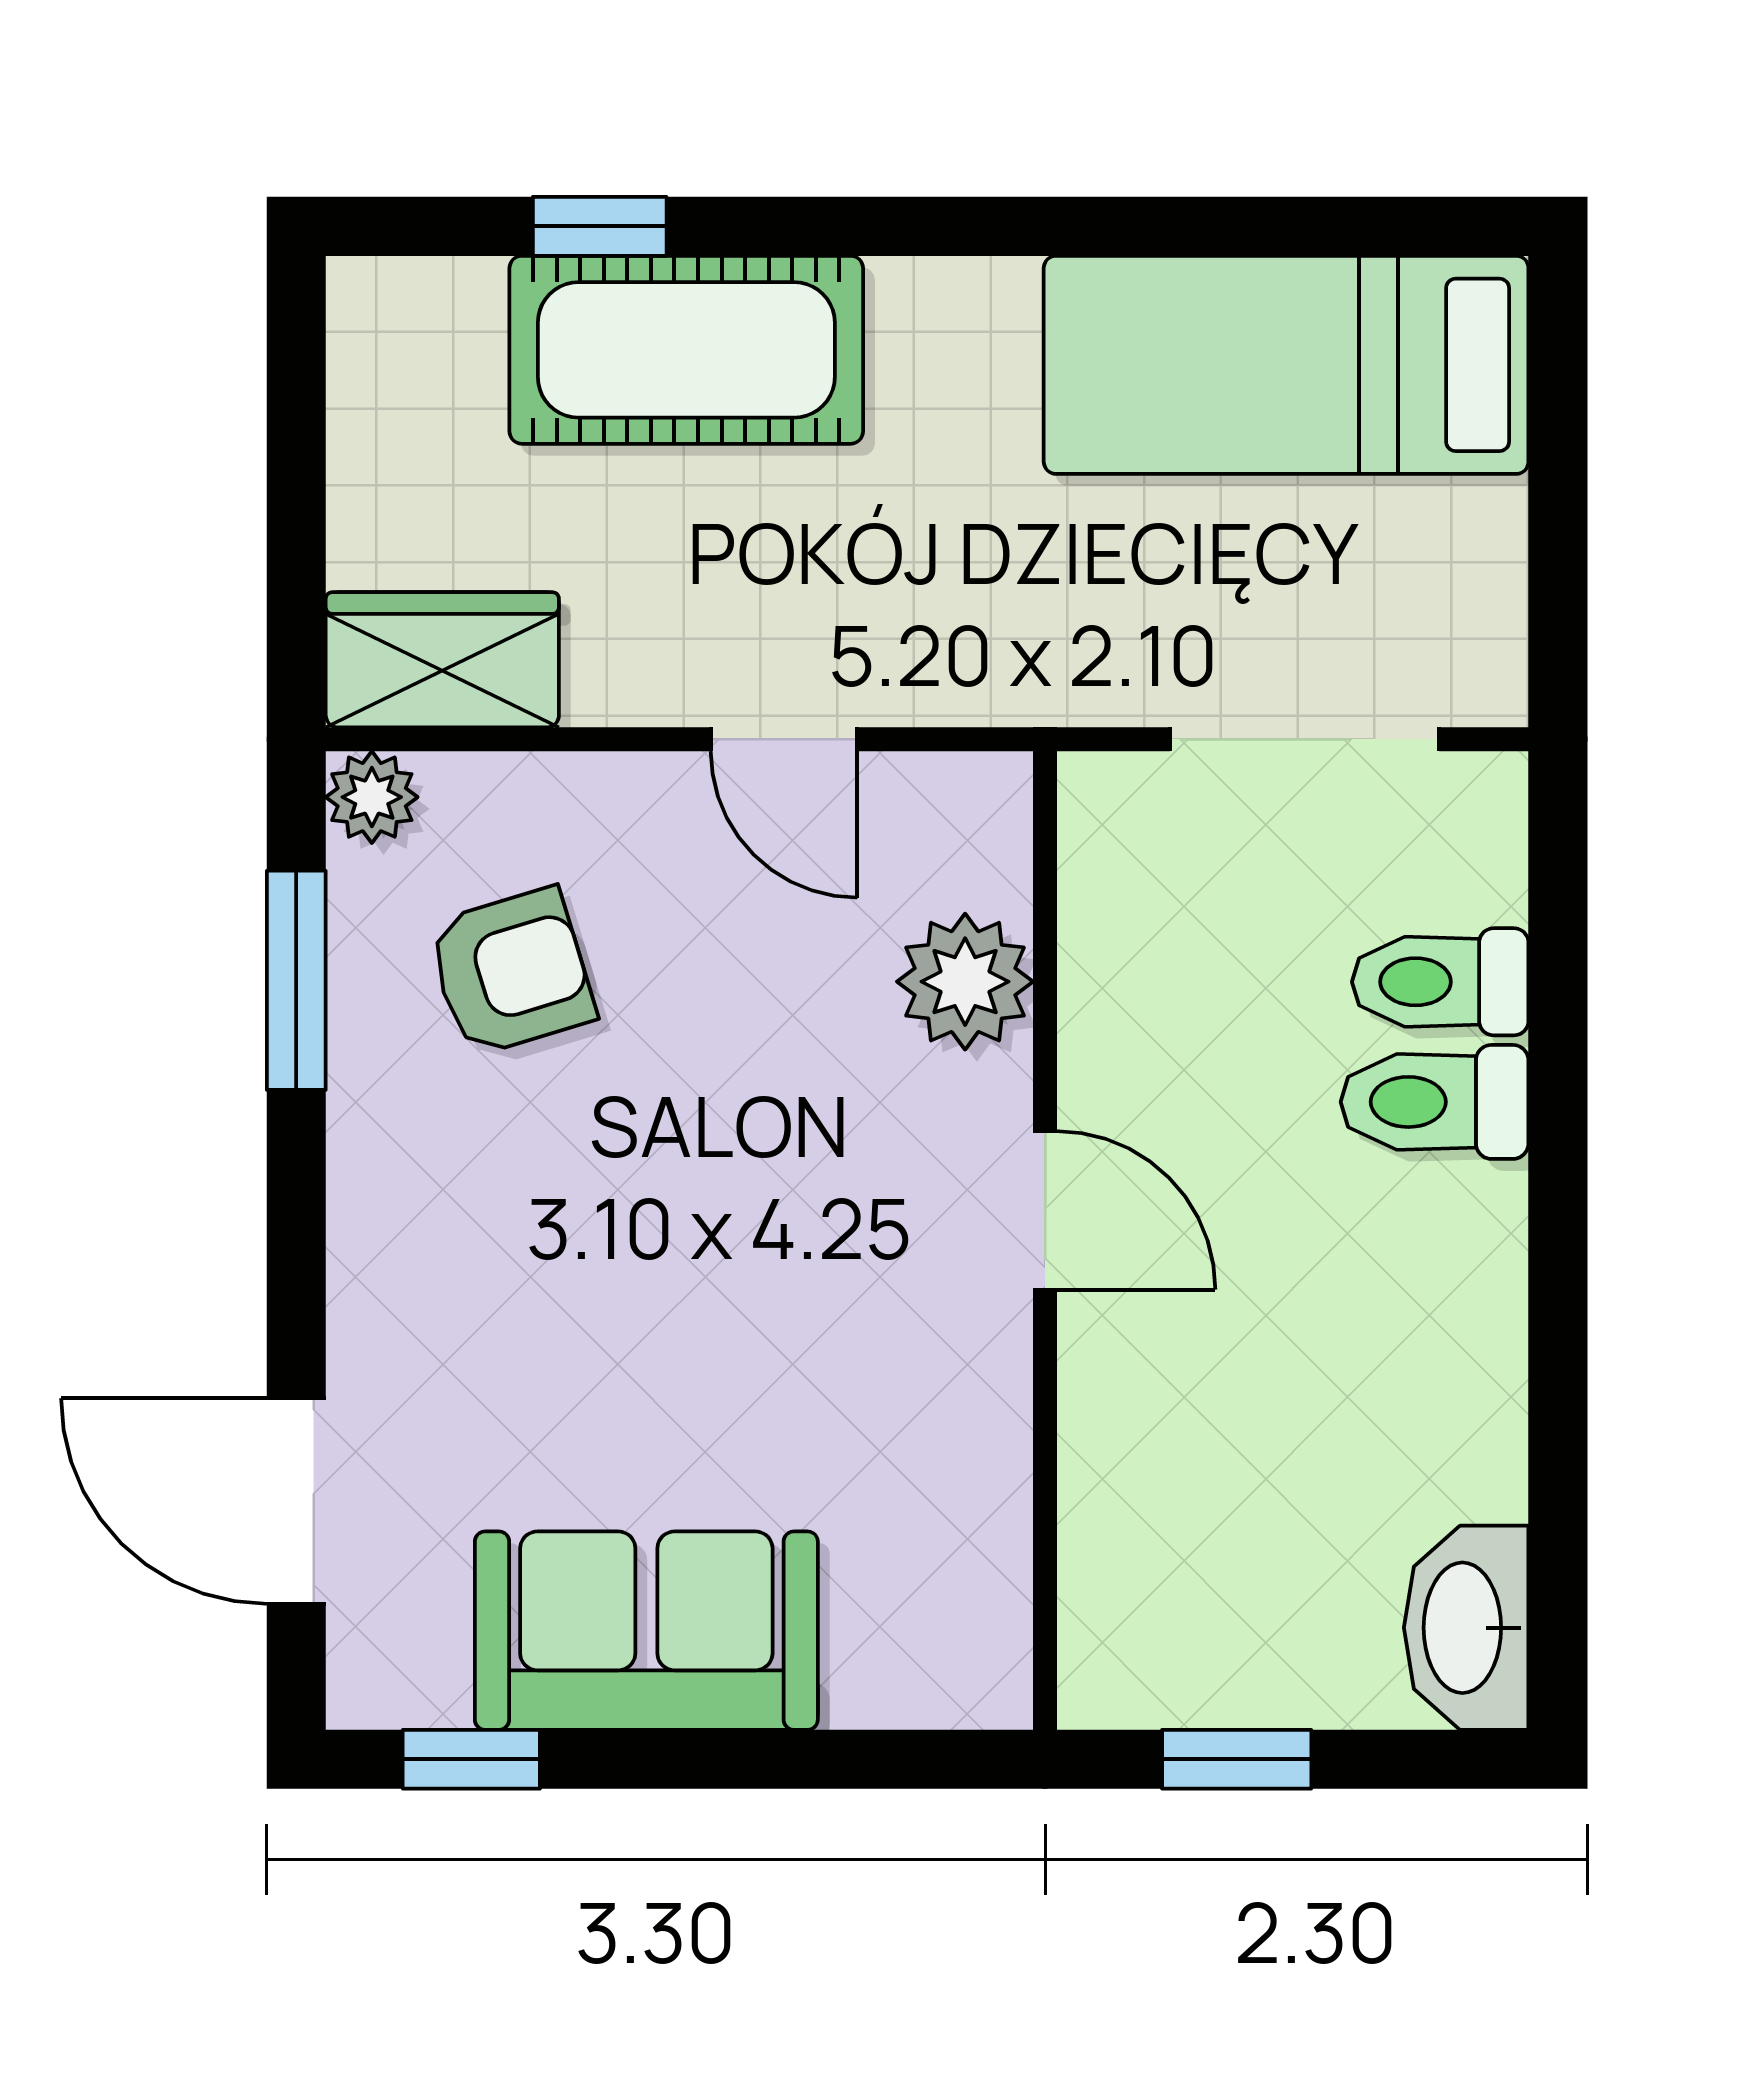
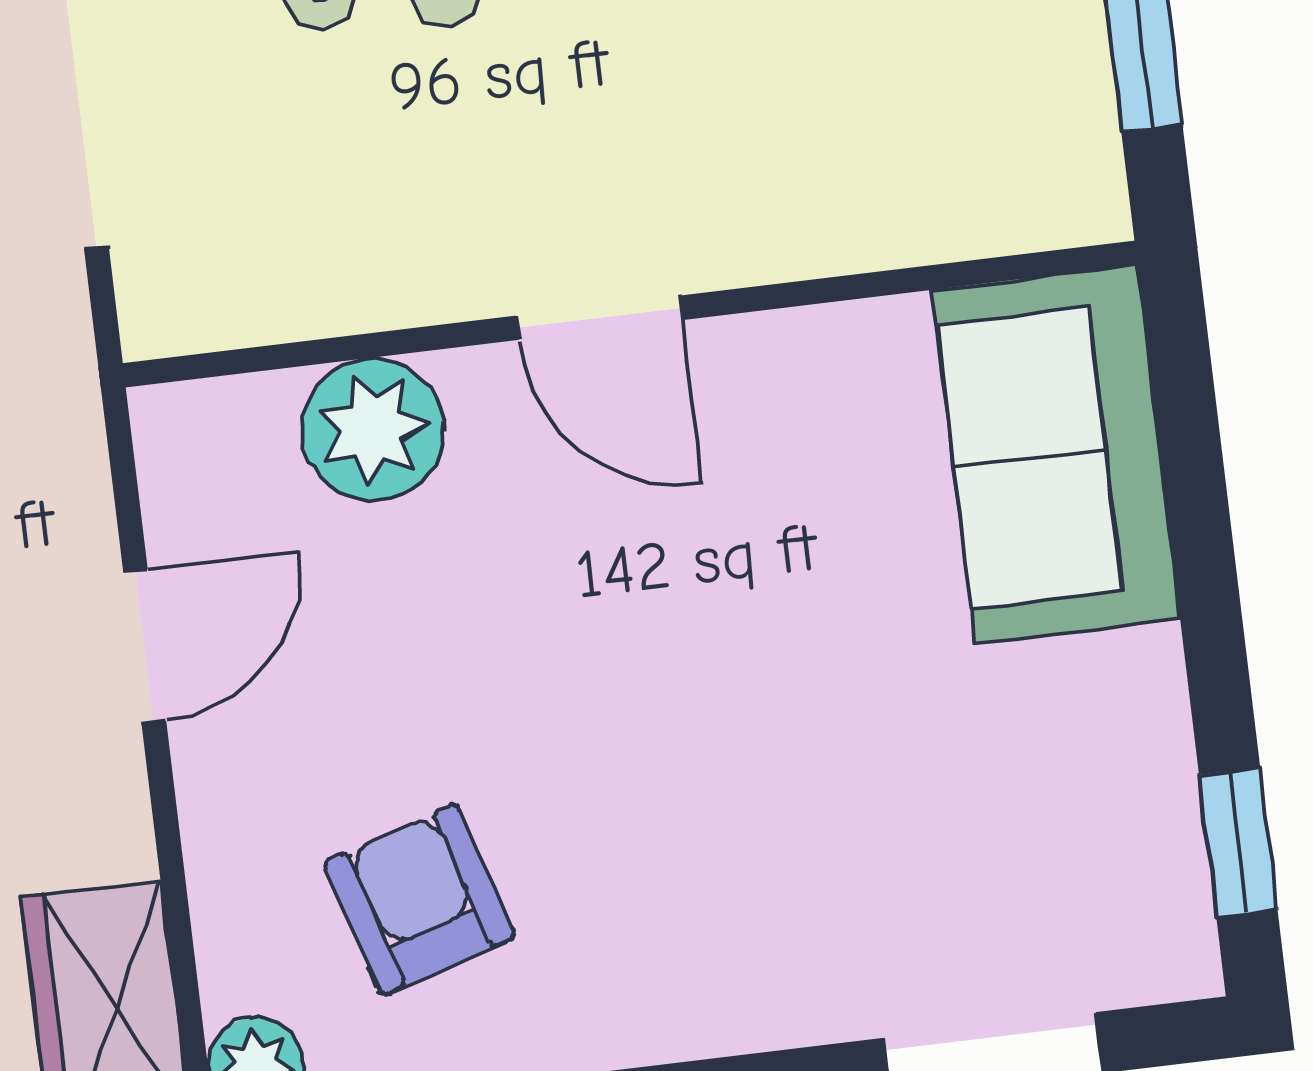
door: (1045, 1210) -> (599, 318), swing flipped
sofa: (646, 1631) -> (1056, 455), moved

